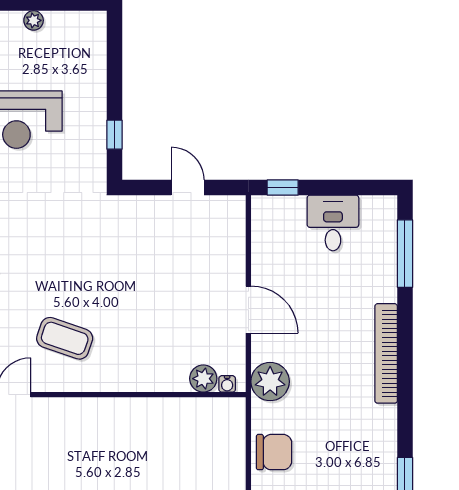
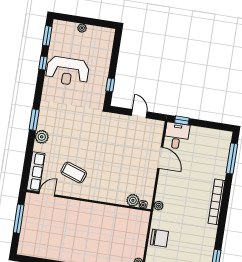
desk: (333, 223) -> (177, 136), moved
door: (248, 310) -> (160, 158), moved
plant: (270, 382) -> (159, 206), width x0.53, depth x0.53

